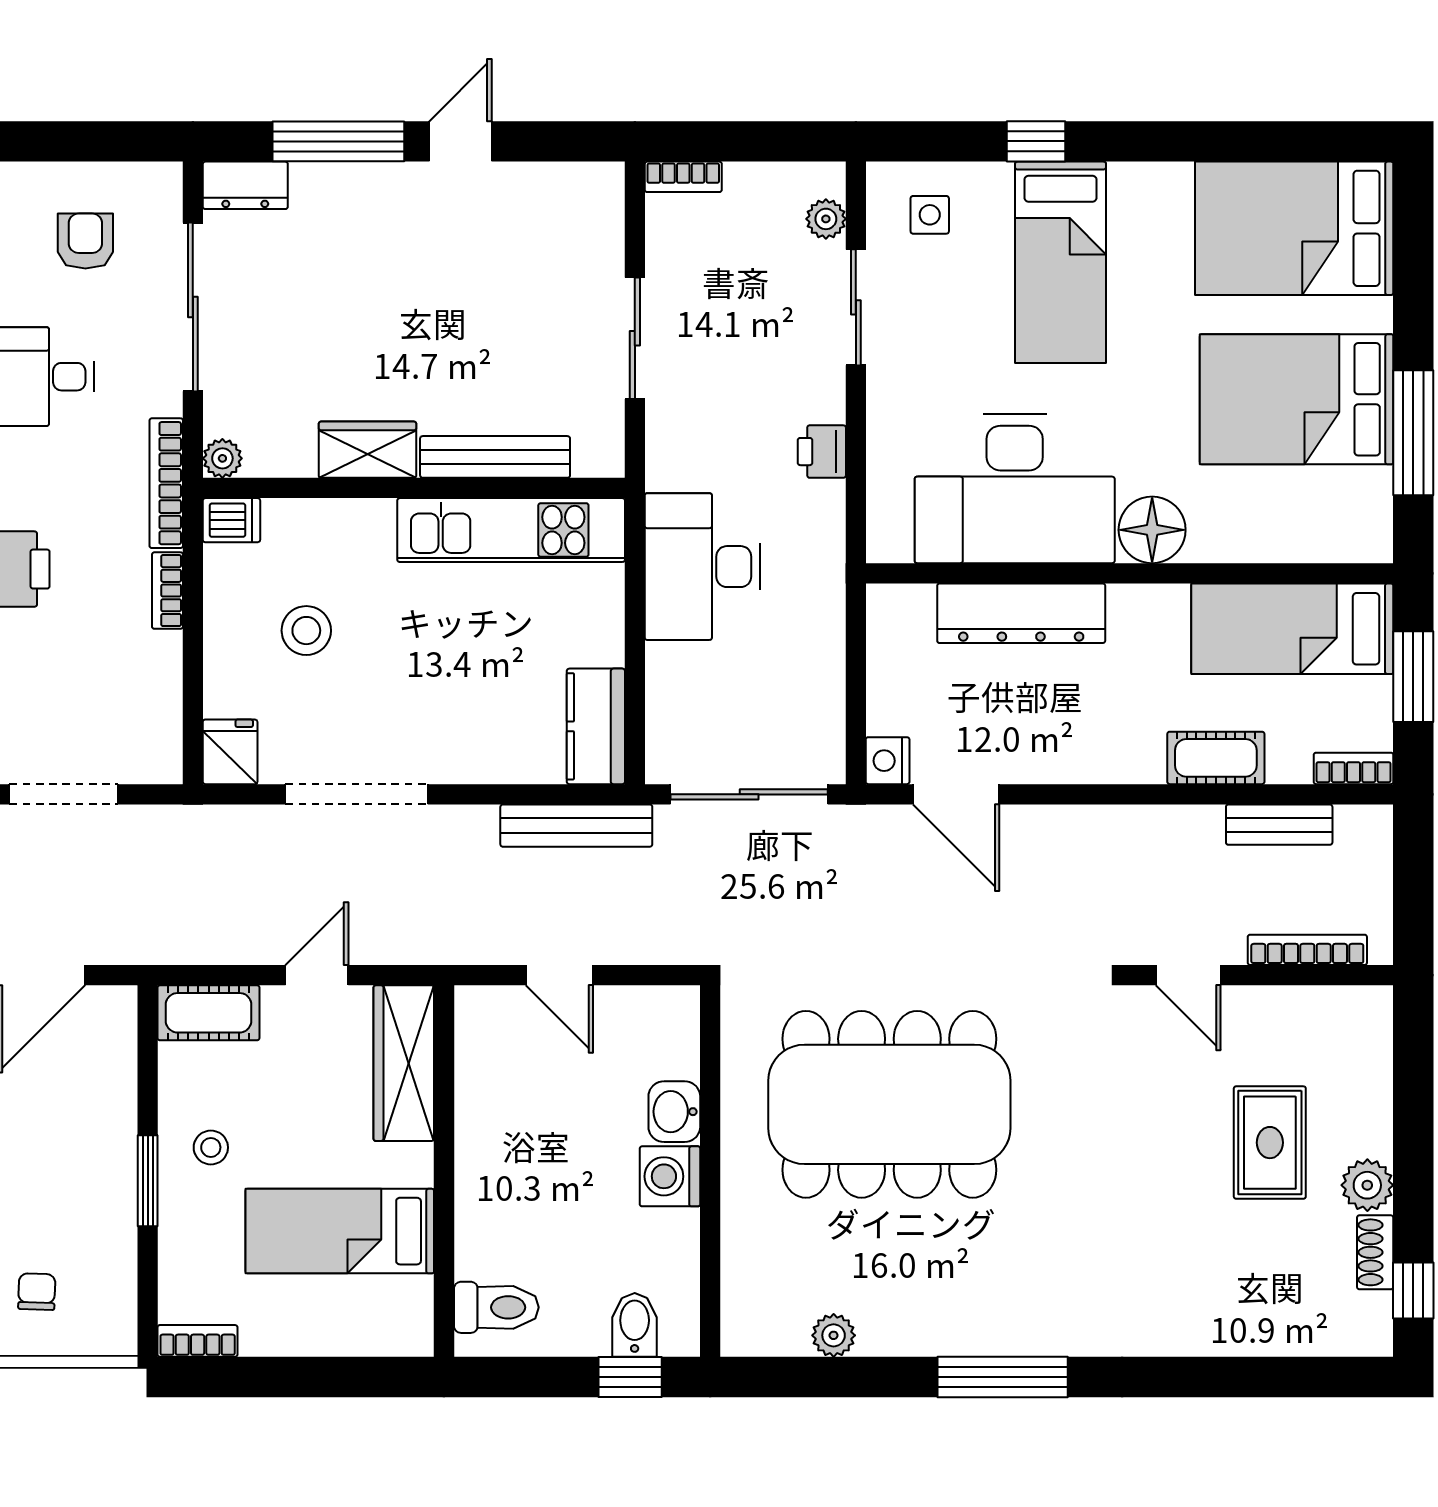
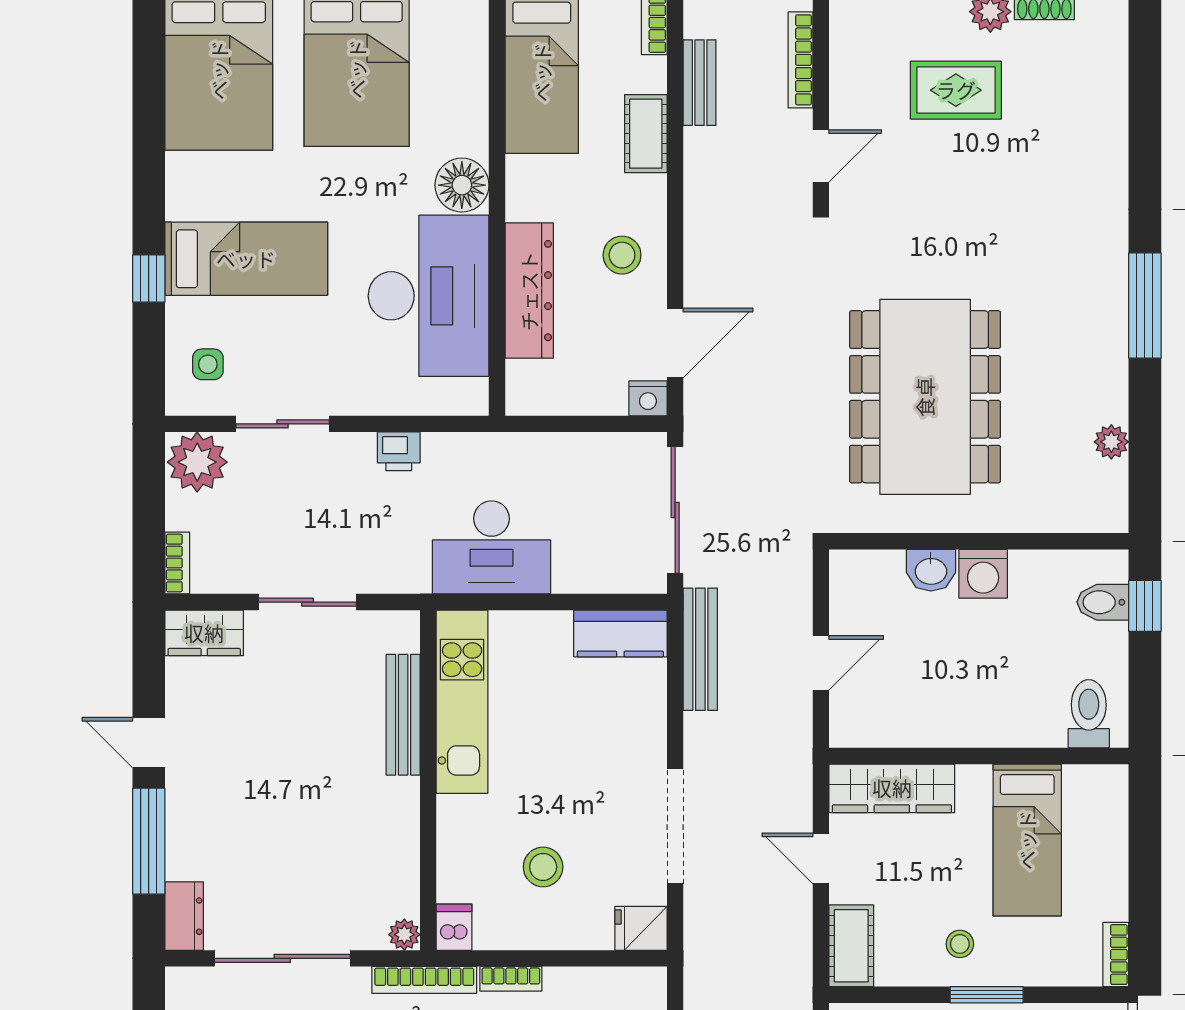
plant: (826, 219) -> (197, 462), width x1.87, depth x1.87
wardrobe: (368, 450) -> (204, 633), moved, turned -90
stool: (1065, 728) -> (622, 255), added

